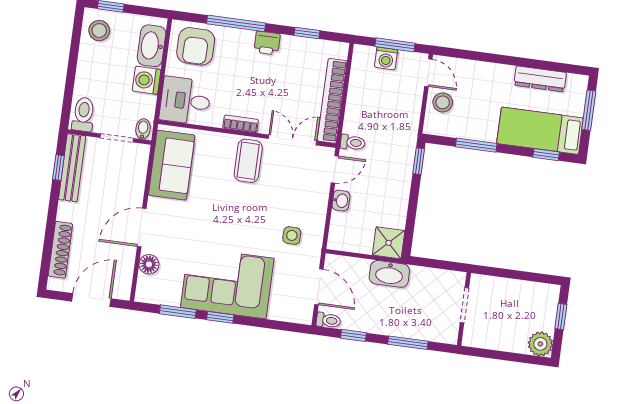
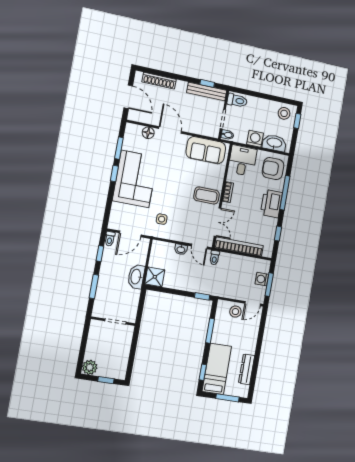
printer: (267, 43) -> (271, 204), width x1.87, depth x1.48

